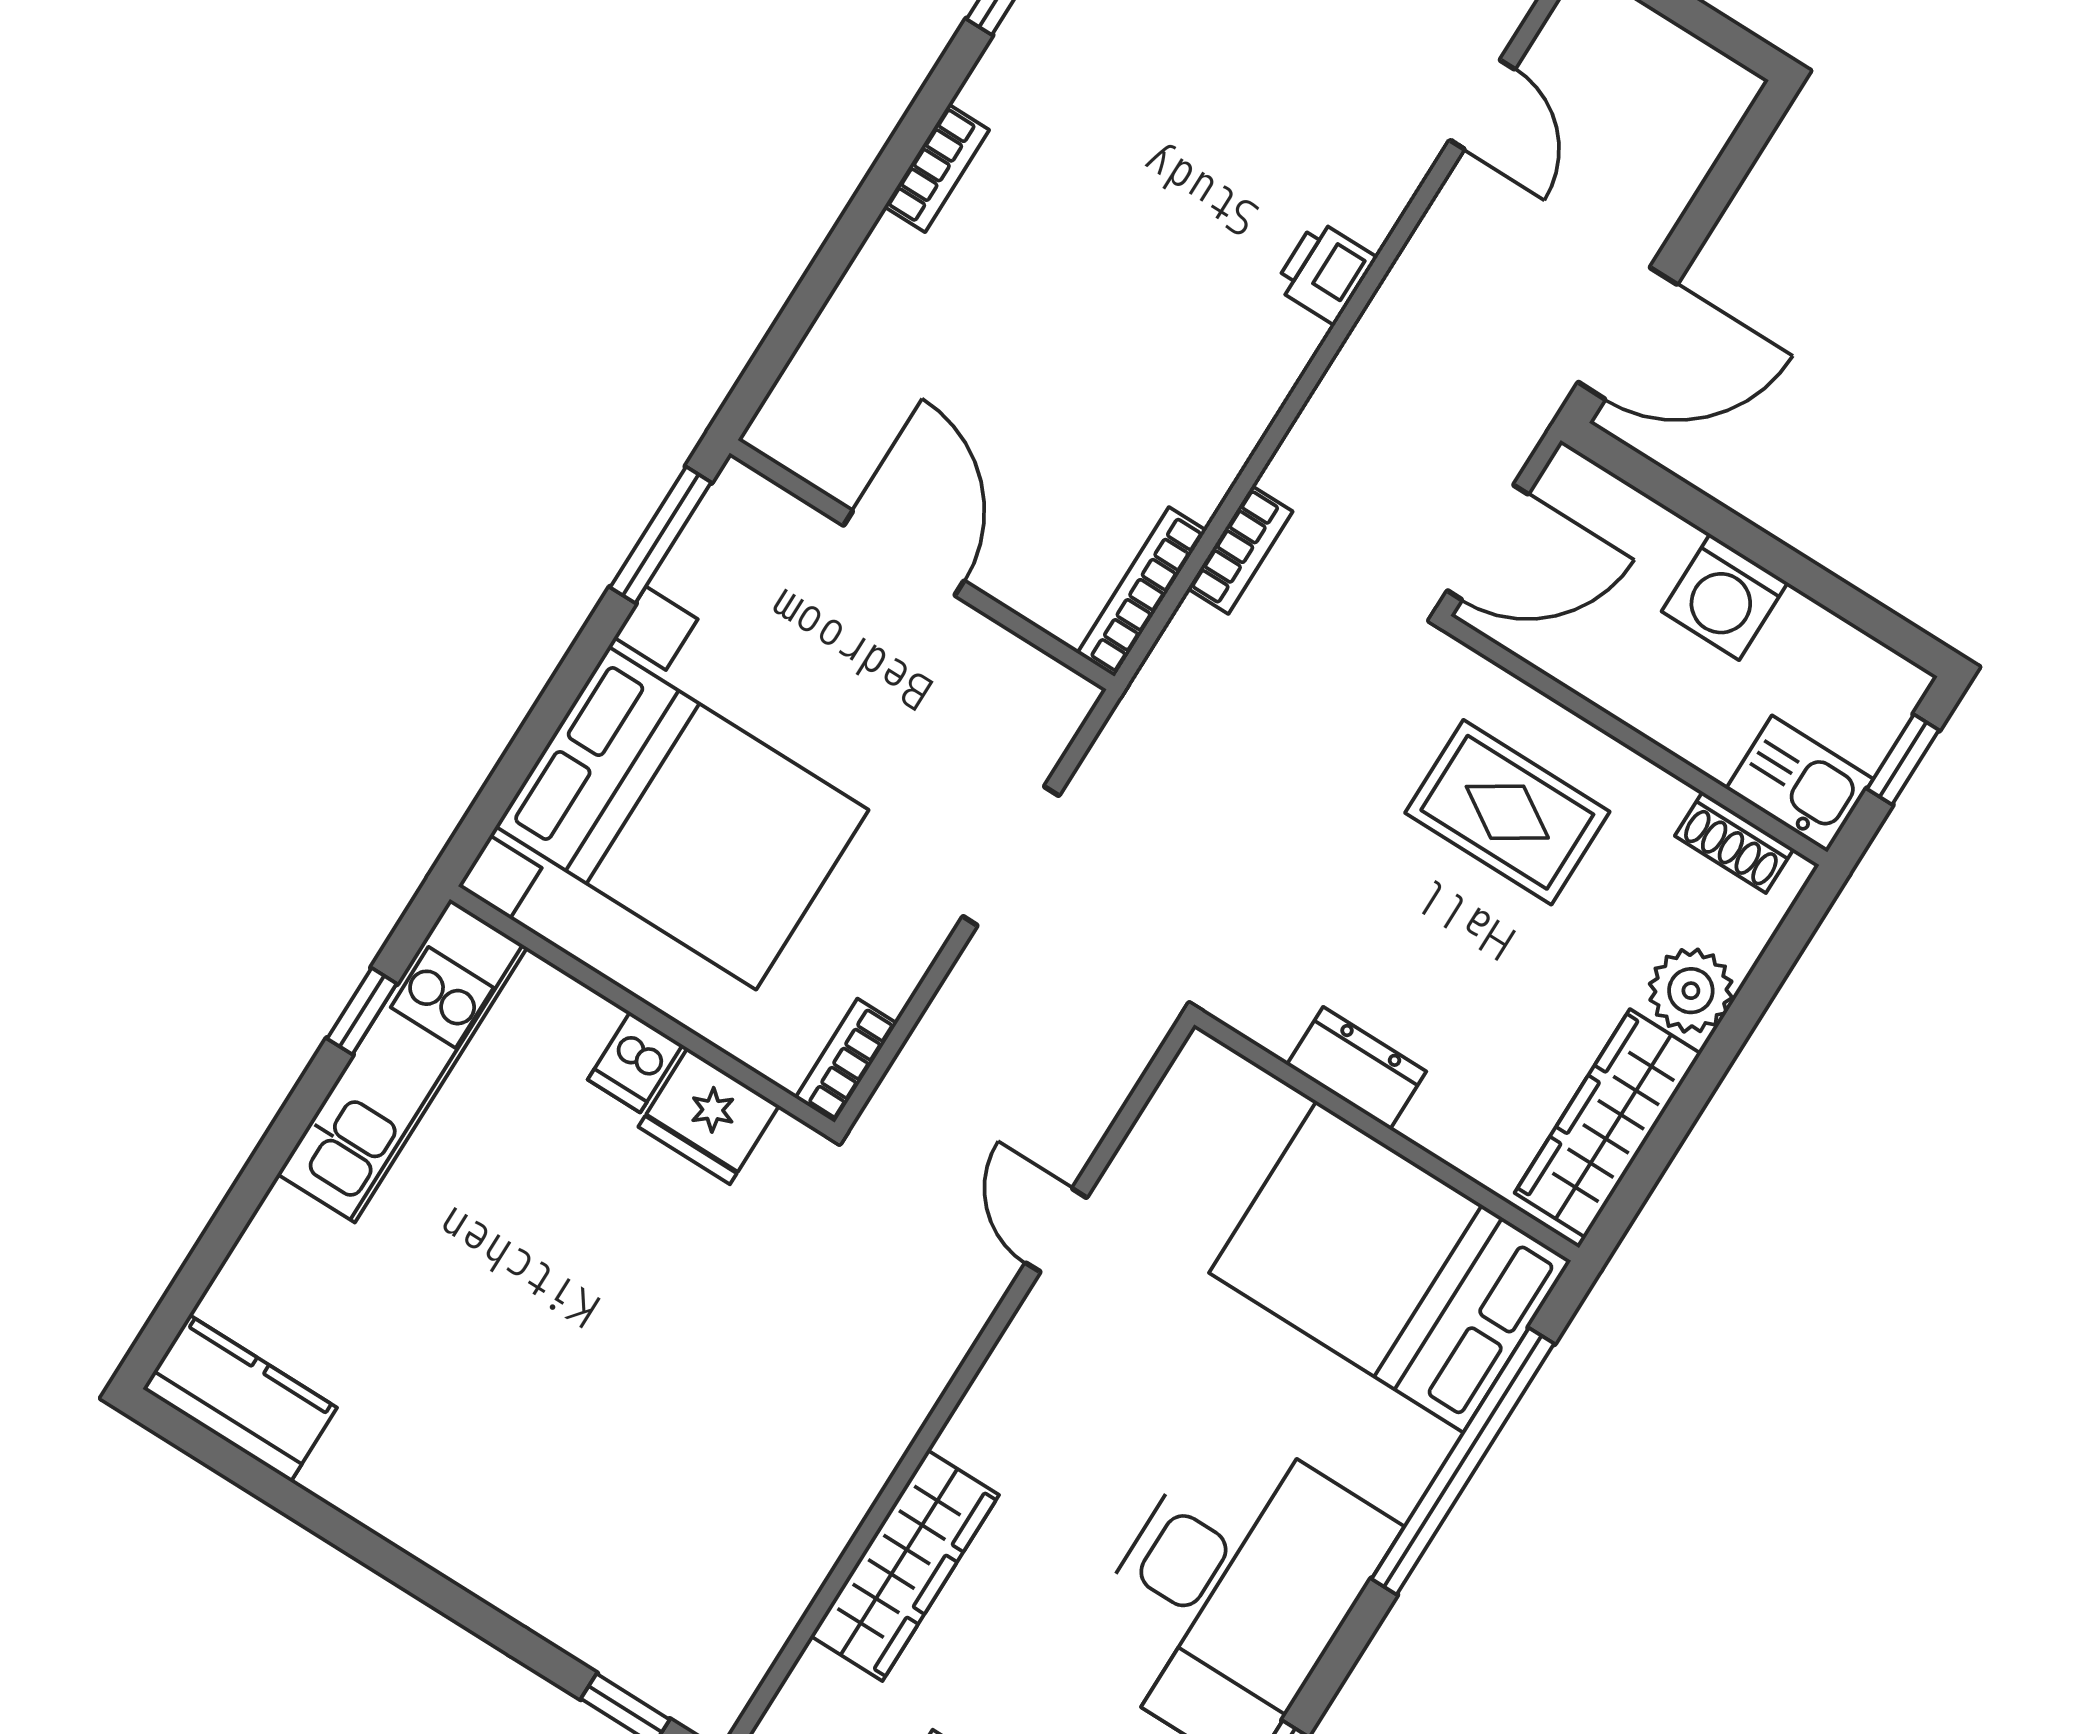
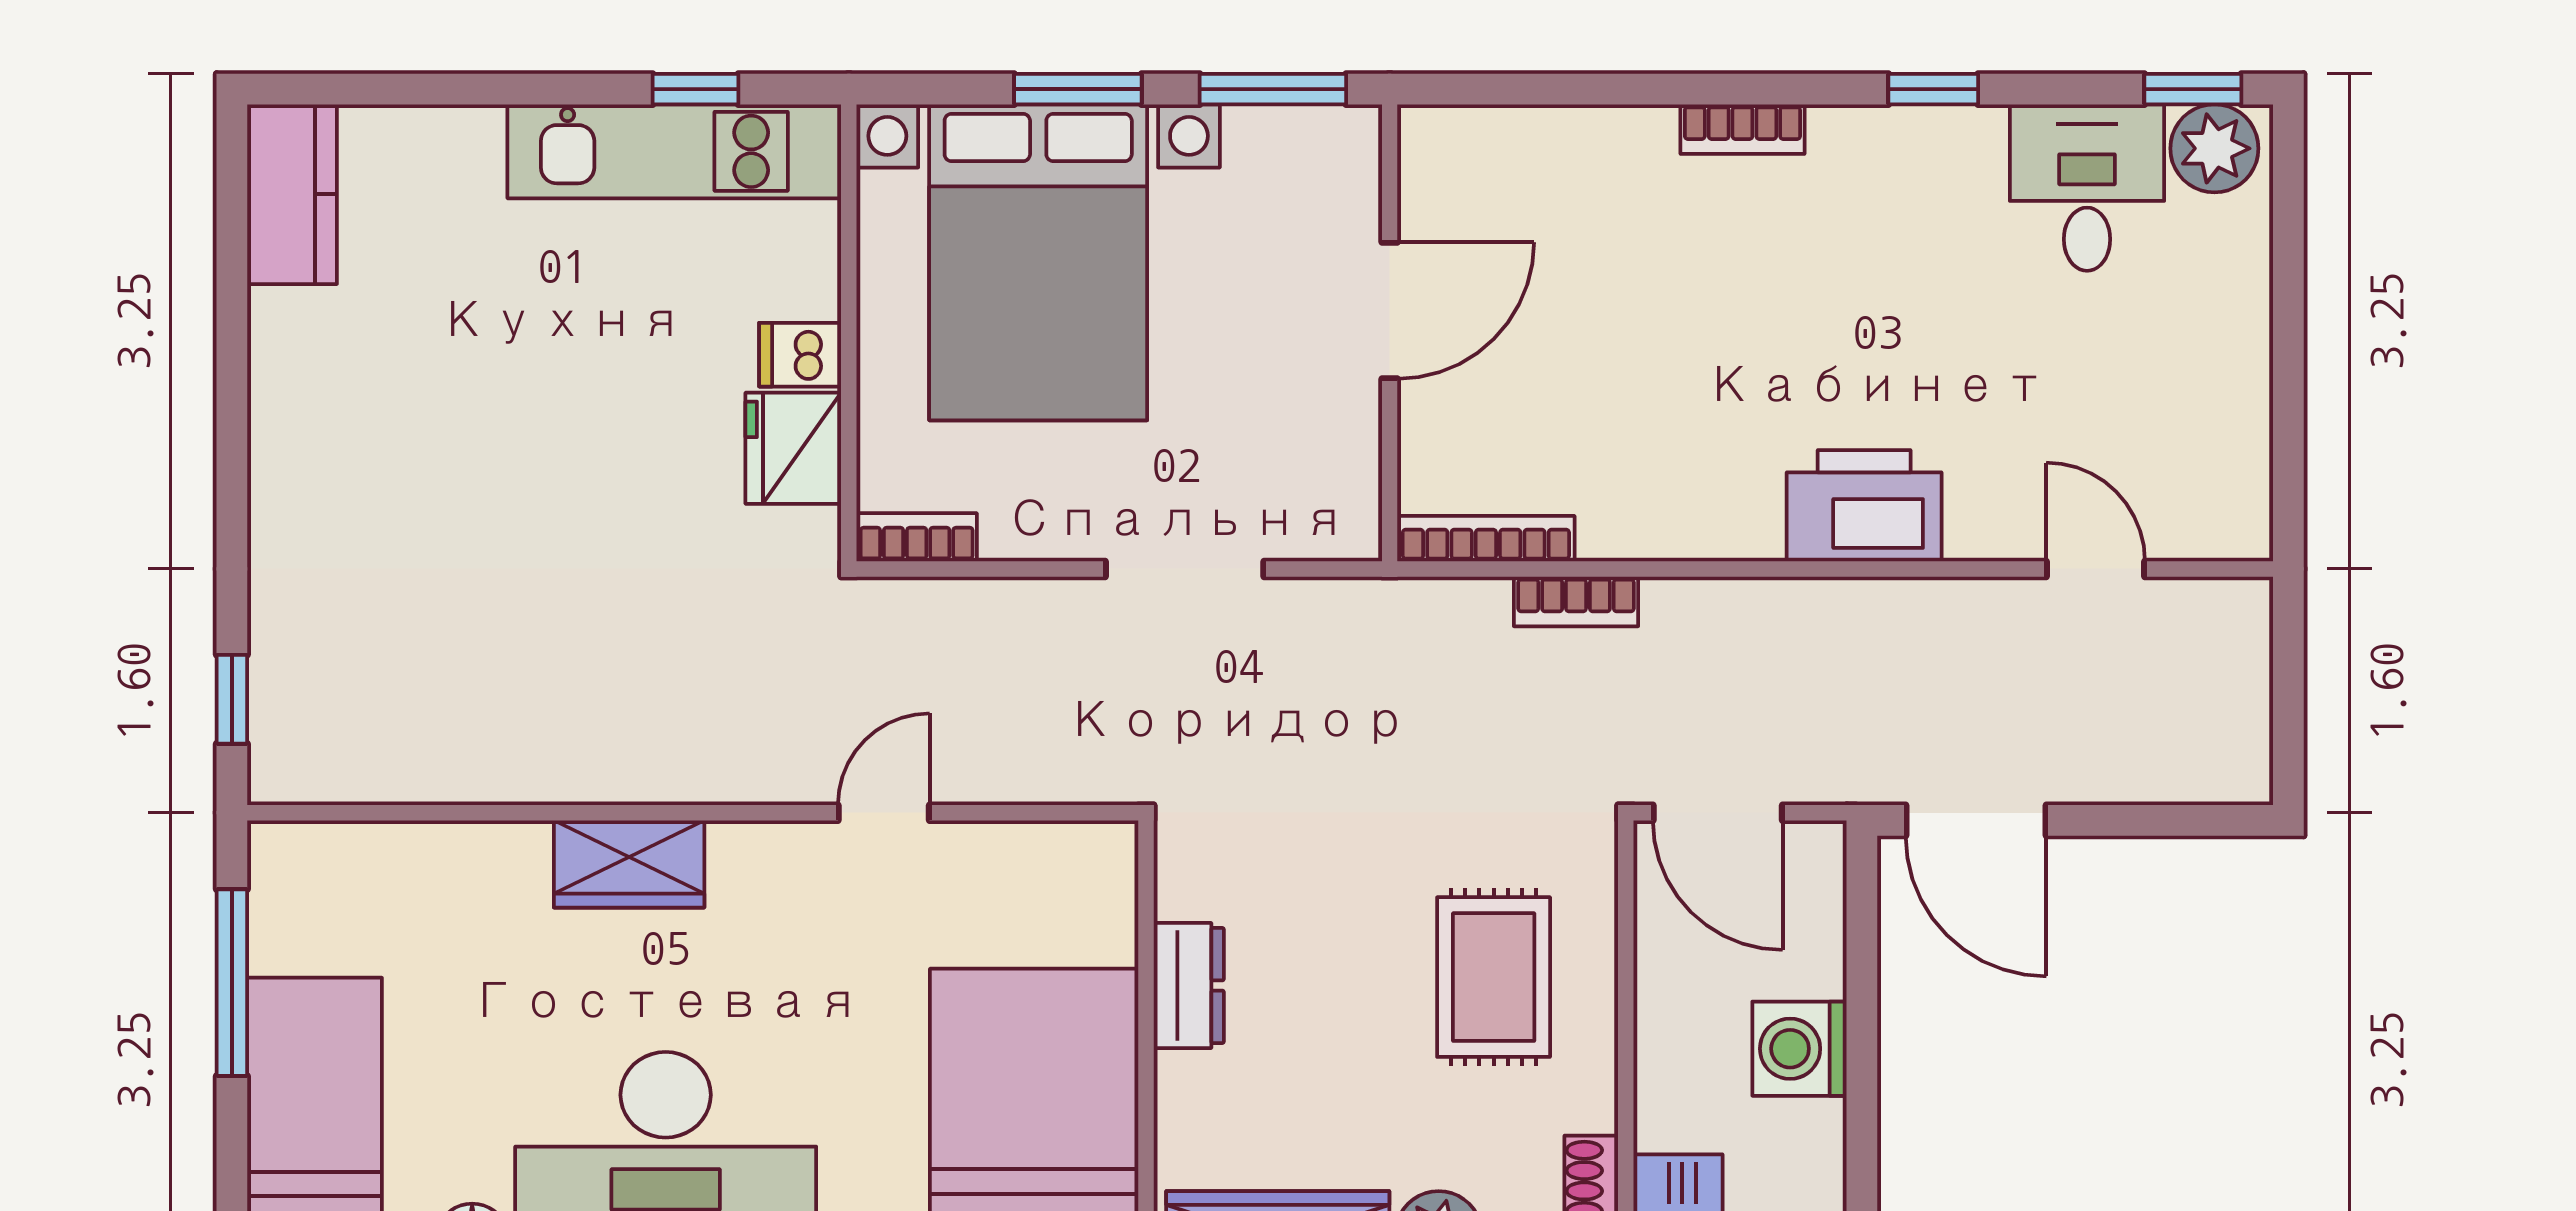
door: (1482, 105) -> (2096, 569), swing flipped
printer: (1325, 272) -> (1864, 506), width x1.87, depth x1.48
window: (560, 696) -> (1078, 89), added
wardrobe: (905, 1565) -> (629, 864), moved, width x0.67

